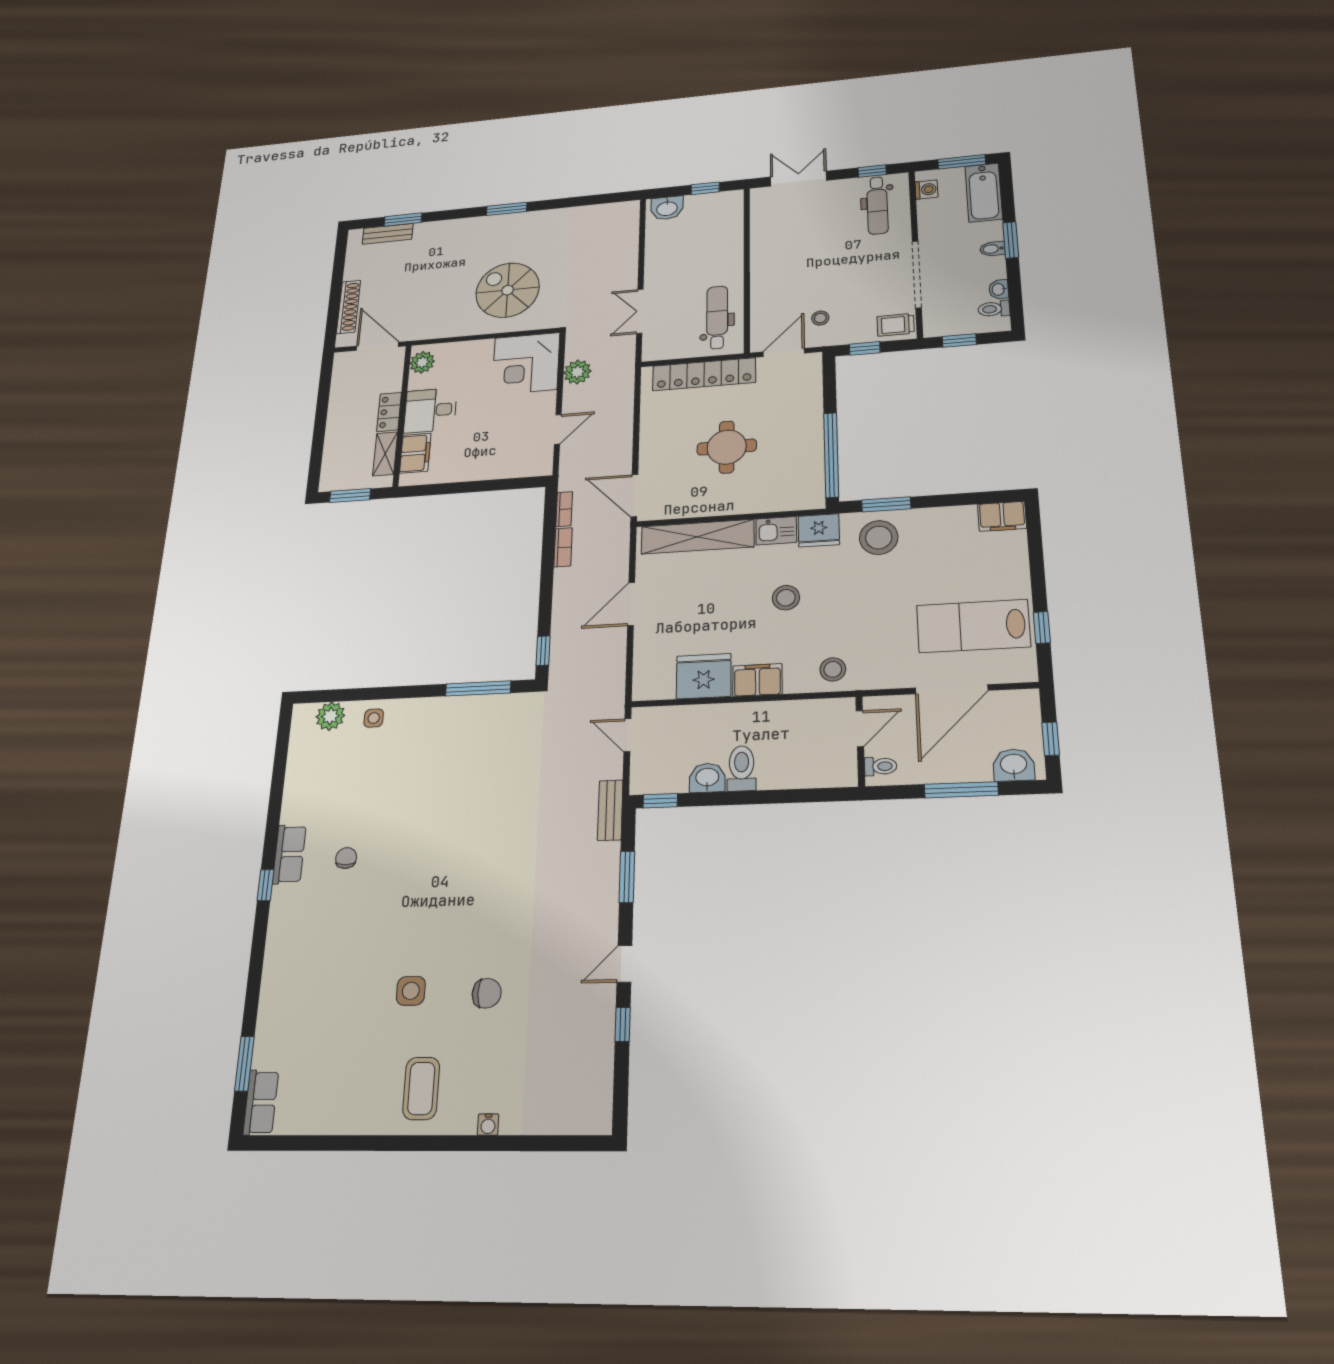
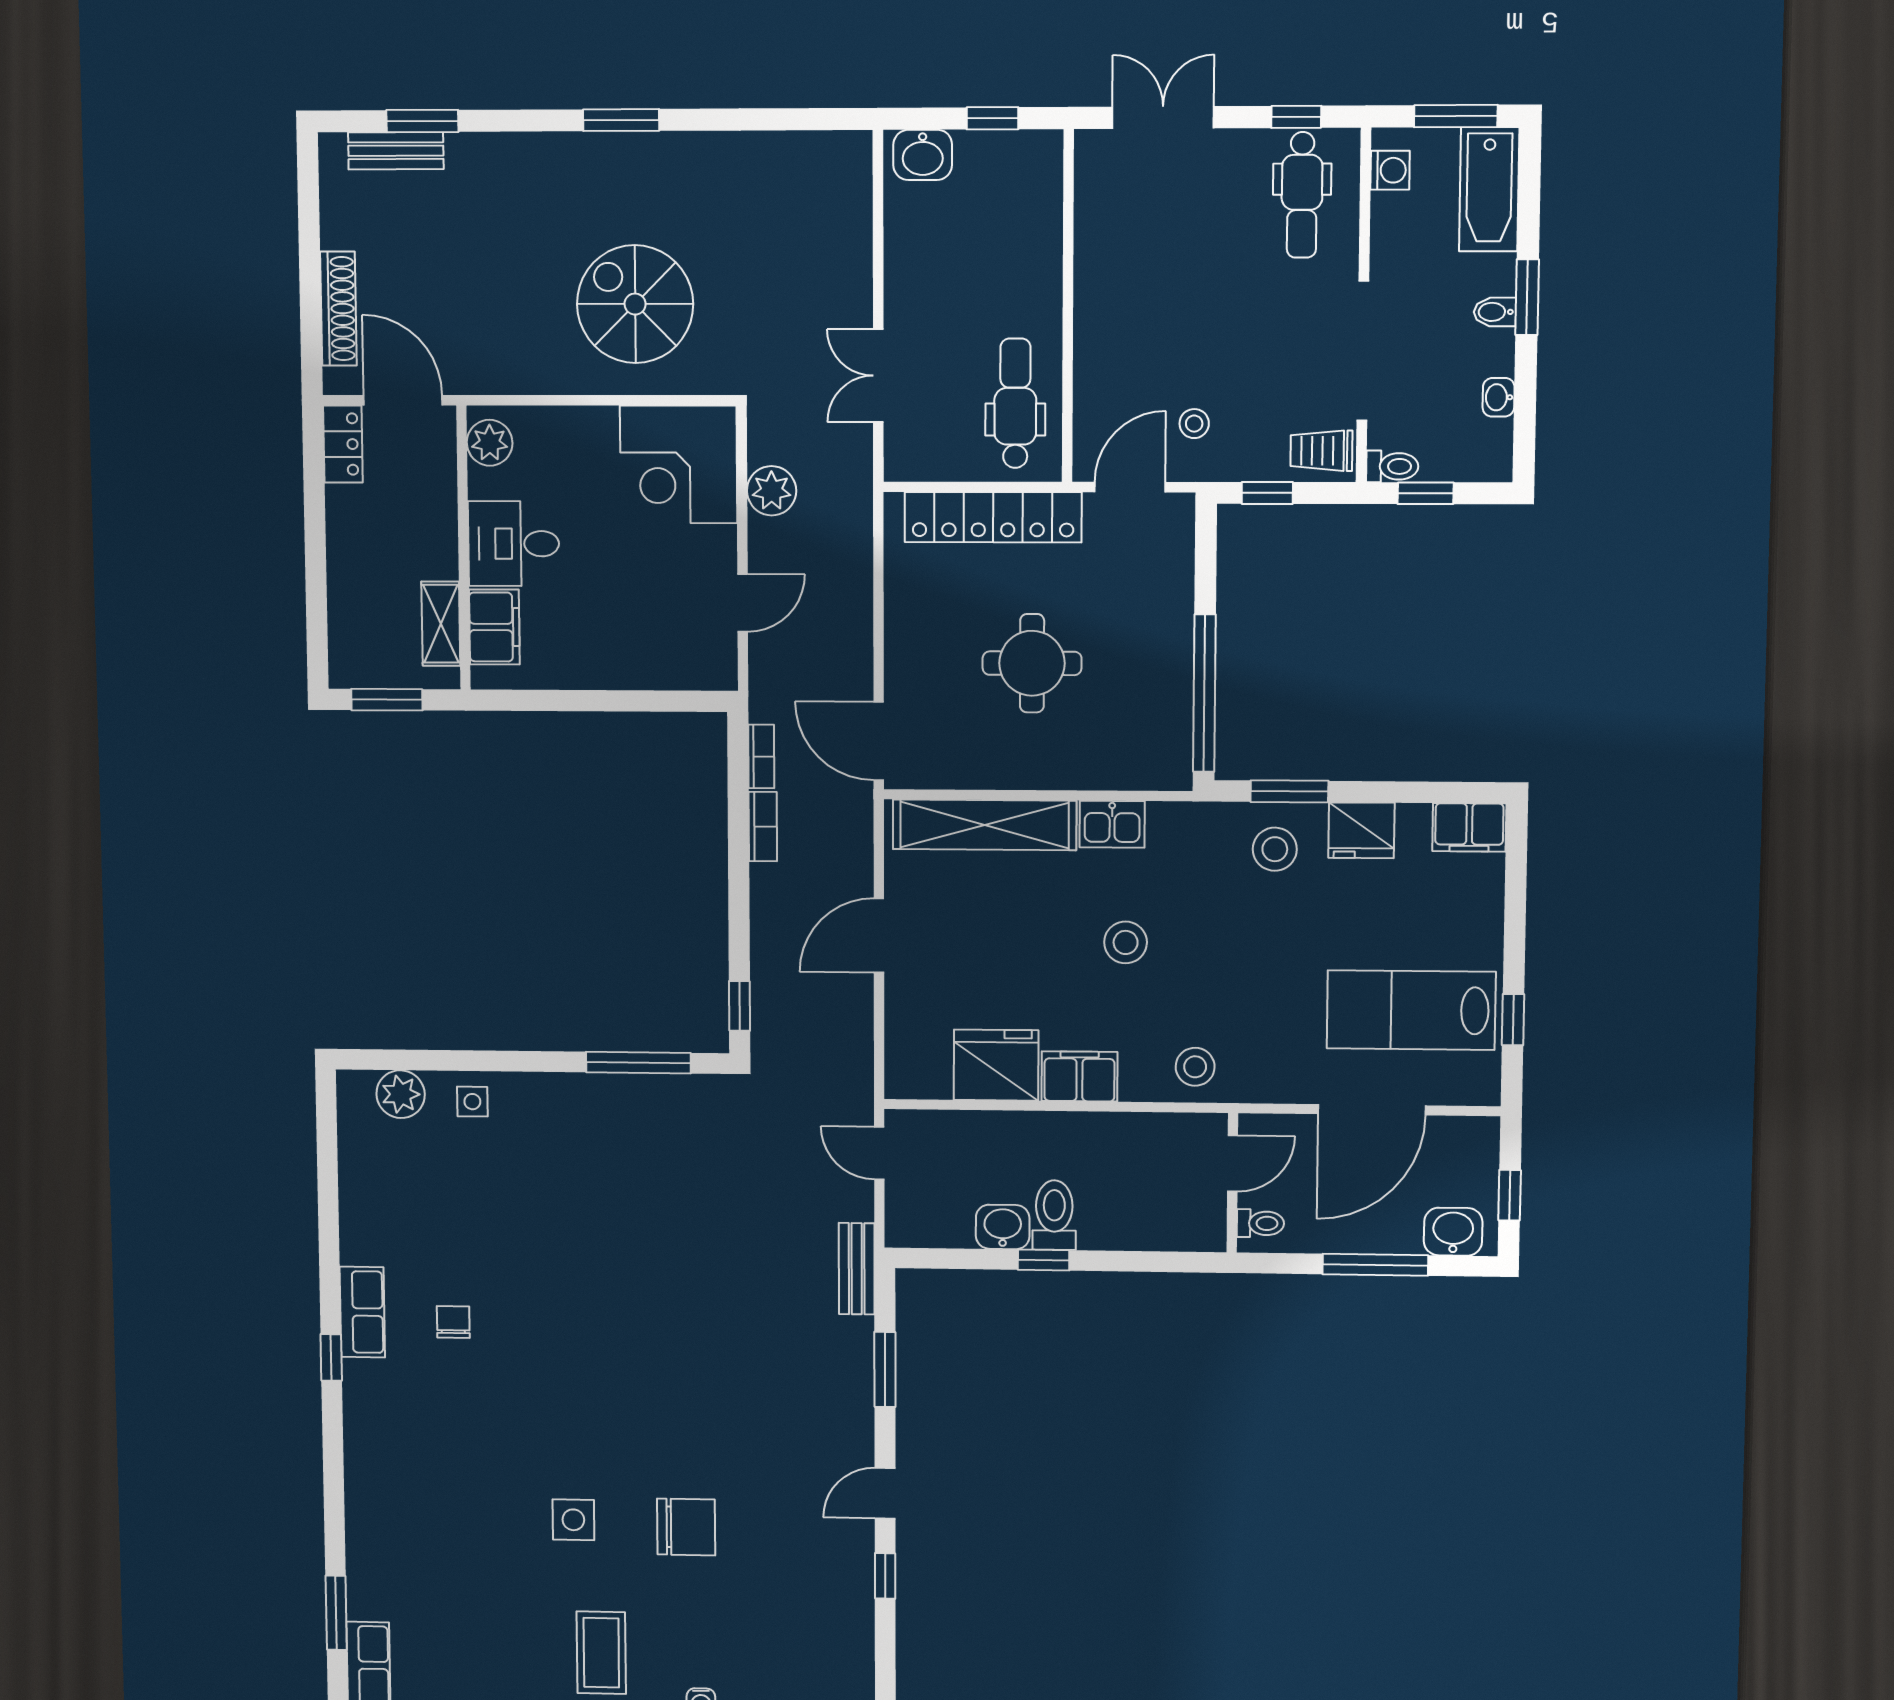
toilet: (994, 309) -> (1392, 466), moved, turned 180
locker: (389, 412) -> (343, 444), moved, turned 180
fridge: (819, 530) -> (1361, 830), moved
stool: (879, 537) -> (1275, 849), width x0.73, depth x0.73
window: (660, 801) -> (1044, 1260), moved
chair: (487, 993) -> (686, 1527), width x1.37, depth x1.37

